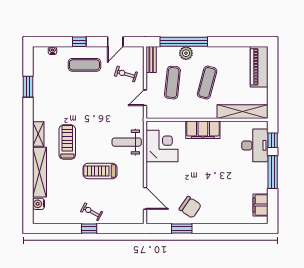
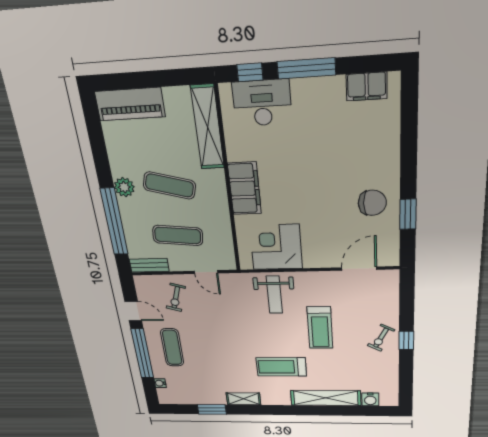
window: (79, 42) -> (142, 353), width x3.17
plant: (186, 53) -> (124, 187), moved
shelving: (38, 134) -> (243, 399), moved
chair: (190, 207) -> (372, 203), turned 56

